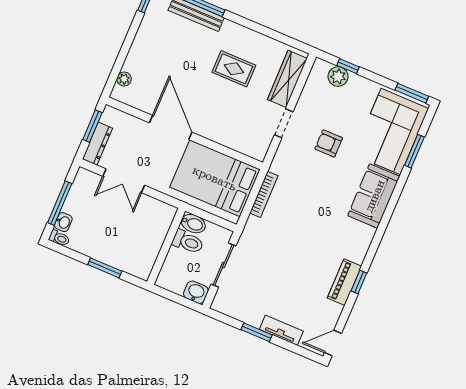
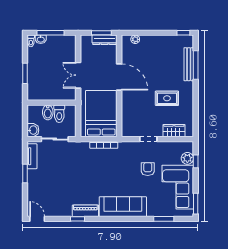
rug: (234, 69) -> (167, 98), turned 90
wardrobe: (287, 79) -> (174, 131), width x0.67
door: (171, 127) -> (119, 77), hinge flipped
corner sofa: (391, 132) -> (178, 187), moved, turned -90
dresser: (97, 144) -> (104, 40), moved
double door: (124, 181) -> (78, 75), moved
sofa: (374, 196) -> (123, 207), width x1.36
bidet: (193, 224) -> (48, 112), moved
piano: (344, 282) -> (85, 211), moved
tv unit: (281, 330) -> (32, 156), moved

